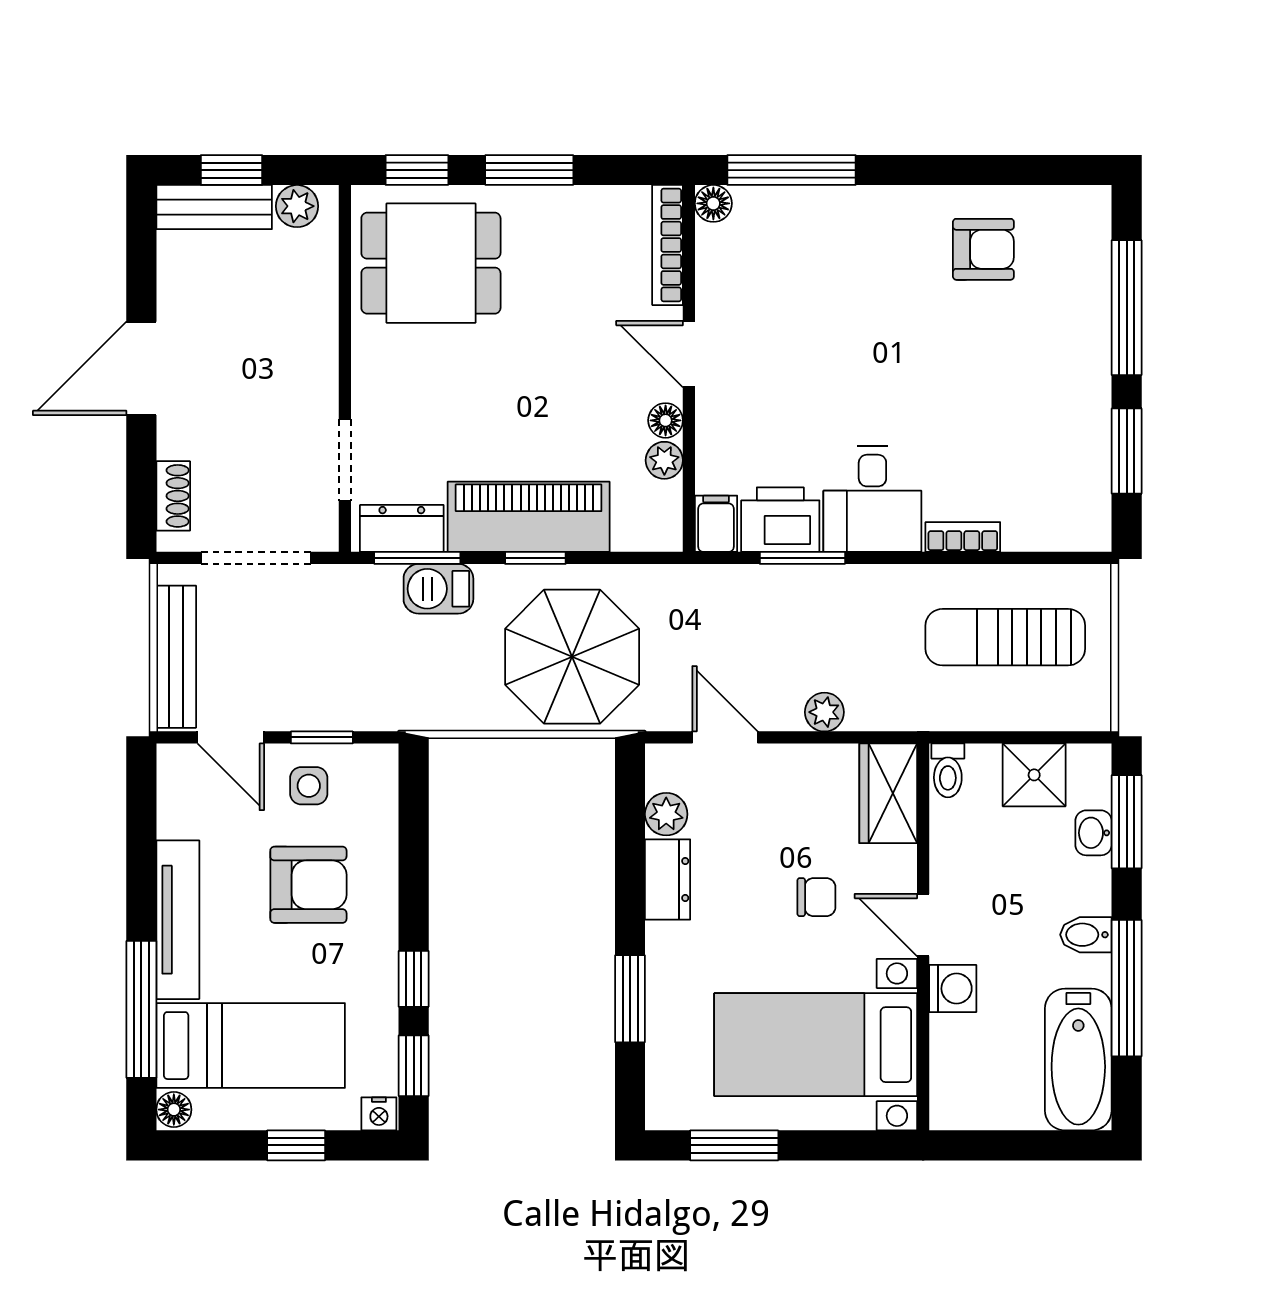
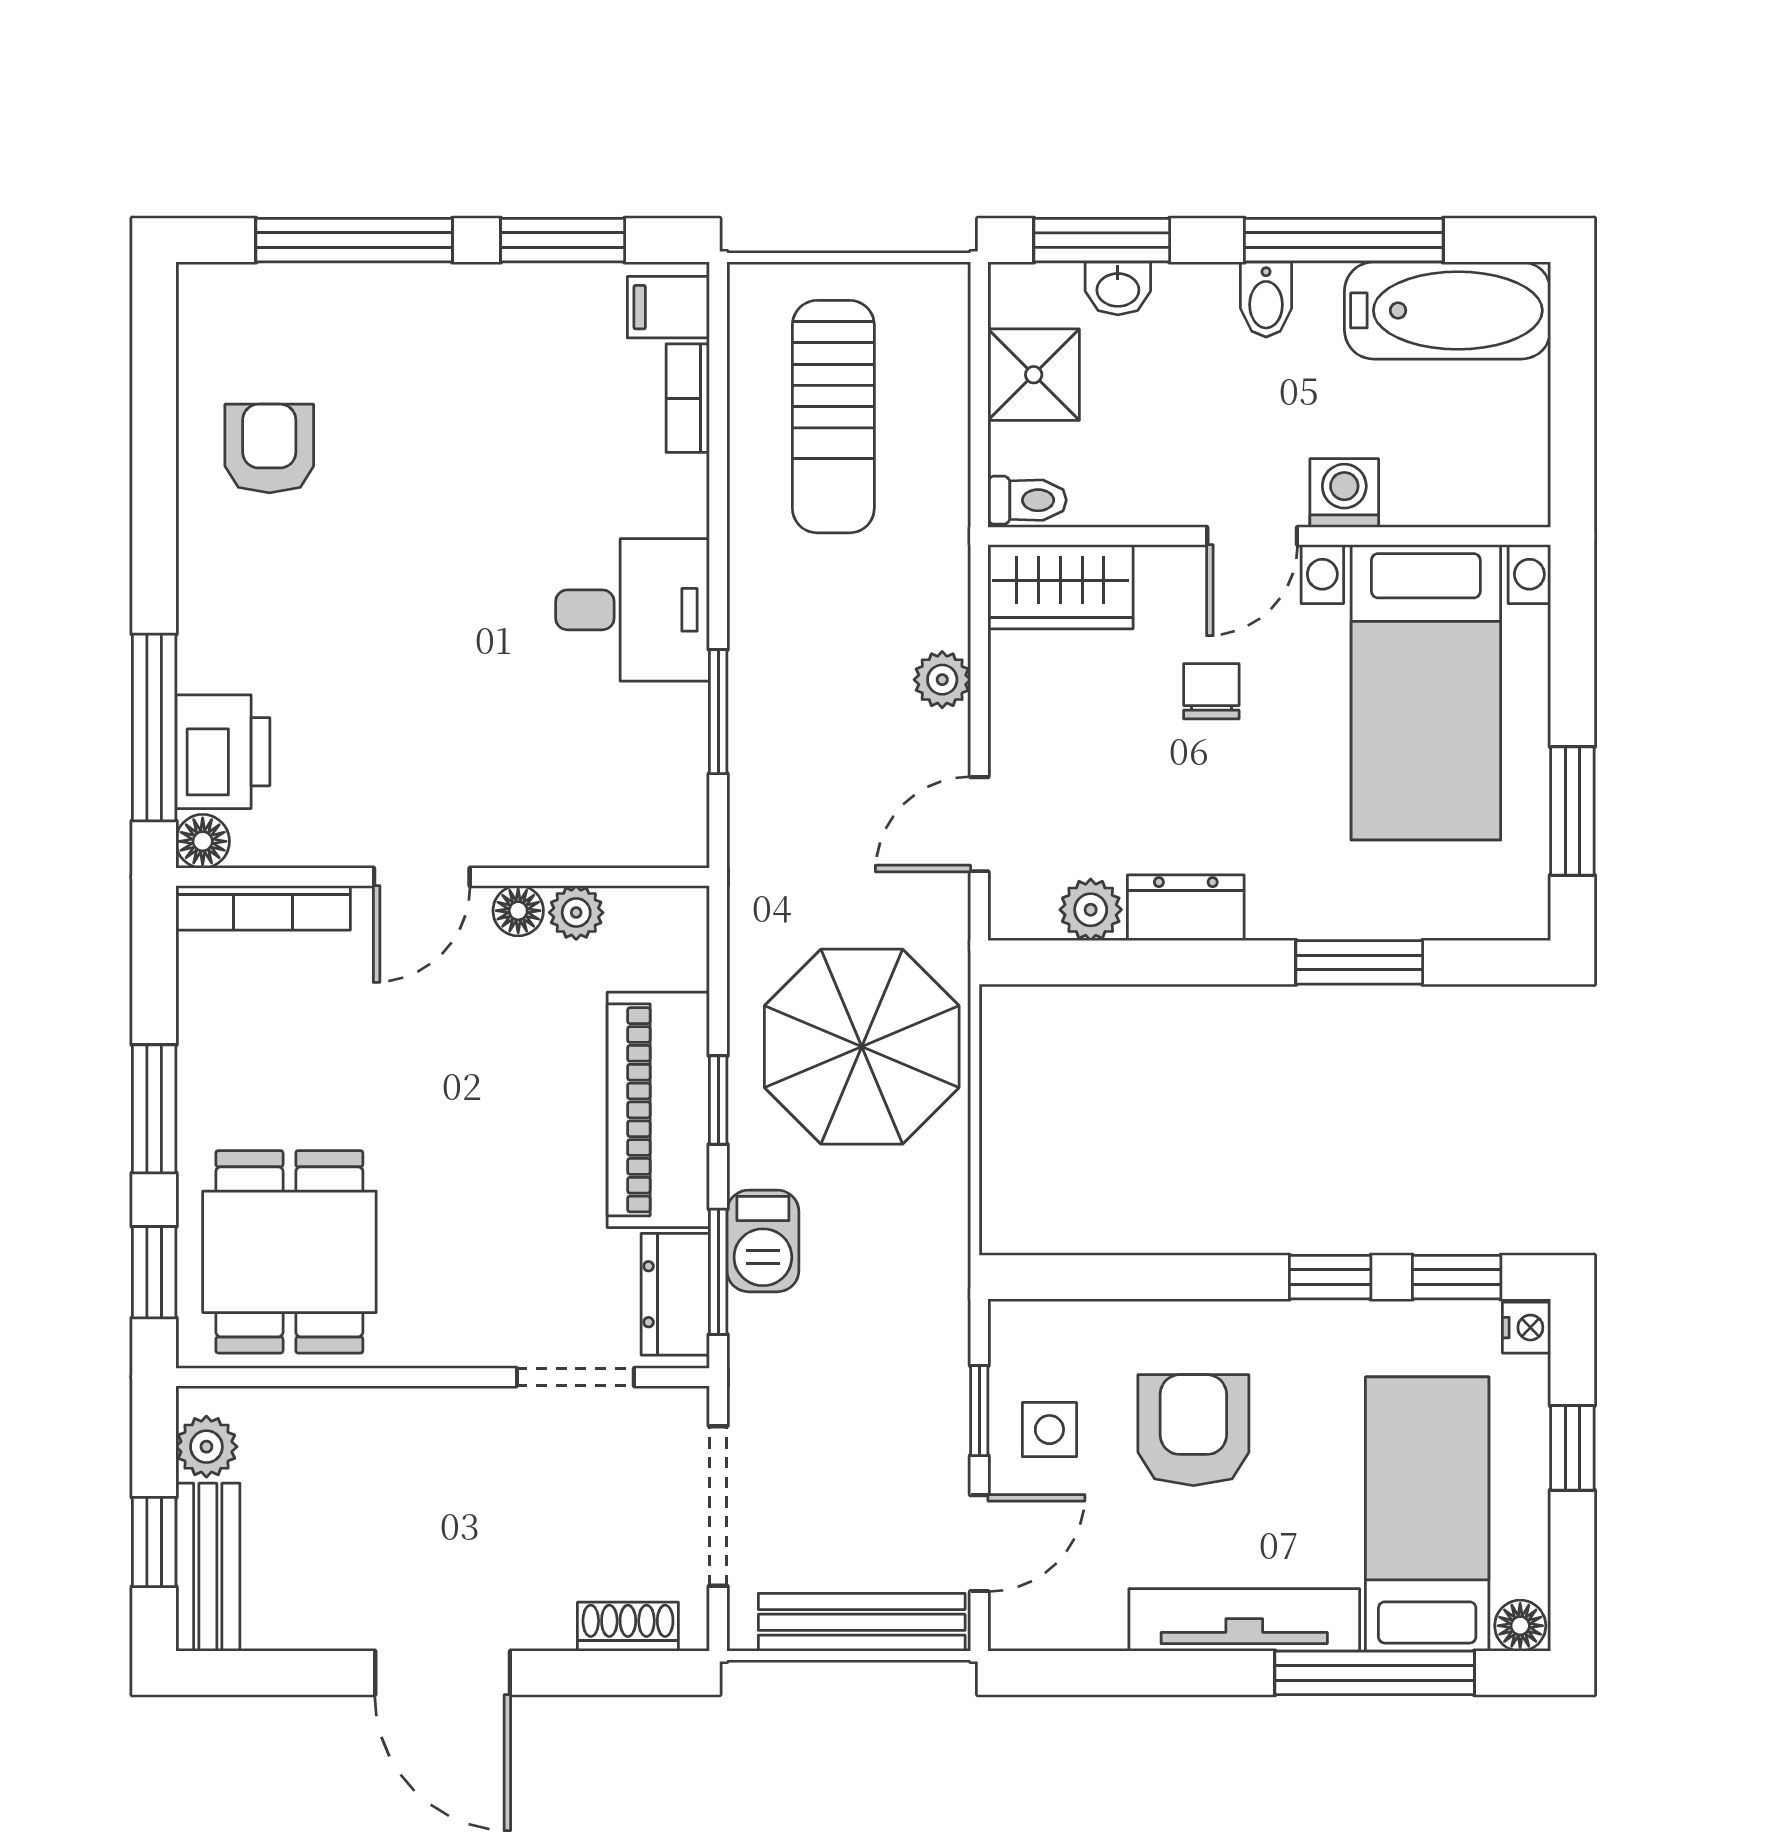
printer: (780, 520) -> (223, 752), moved, turned 180
filing cabinet: (716, 524) -> (668, 307), moved
bookcase: (963, 537) -> (688, 398), moved

